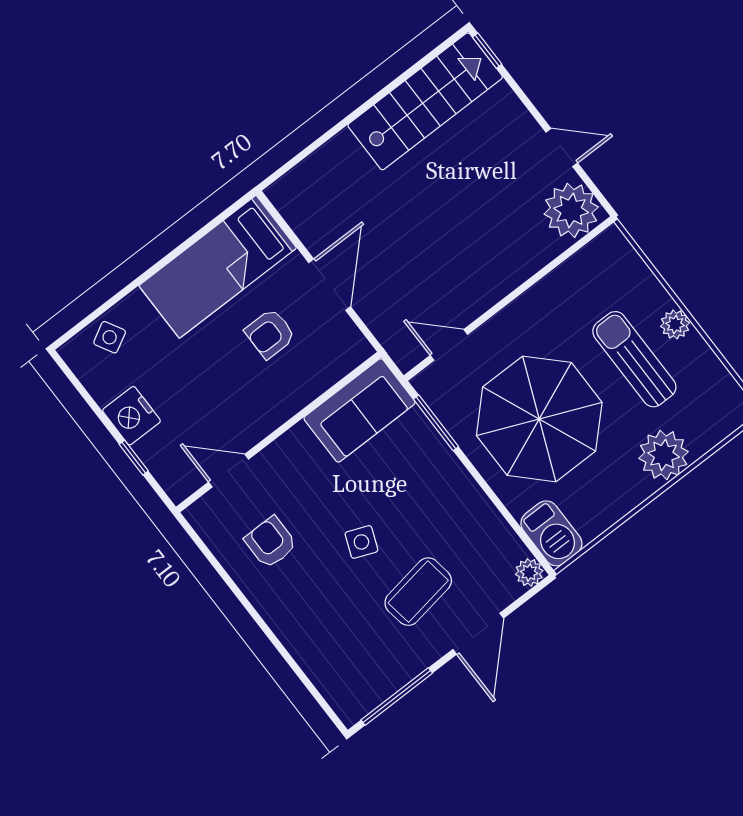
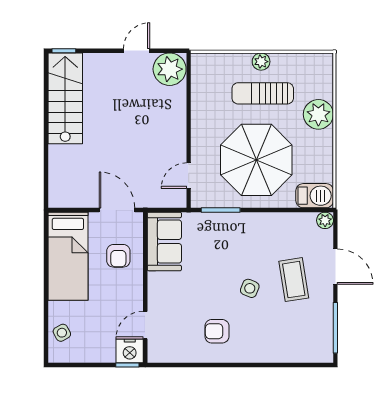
sofa: (360, 410) -> (164, 241), moved
nightstand: (131, 416) -> (130, 351), moved
wall: (279, 432) -> (145, 287), moved
door: (229, 471) -> (145, 325), moved

